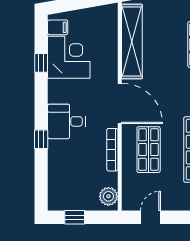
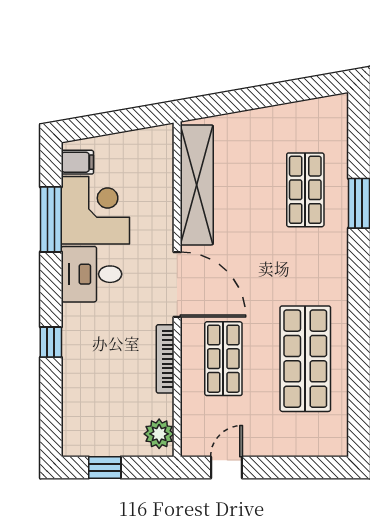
window: (41, 63) -> (51, 219), width x2.17
desk: (66, 121) -> (91, 274), moved

